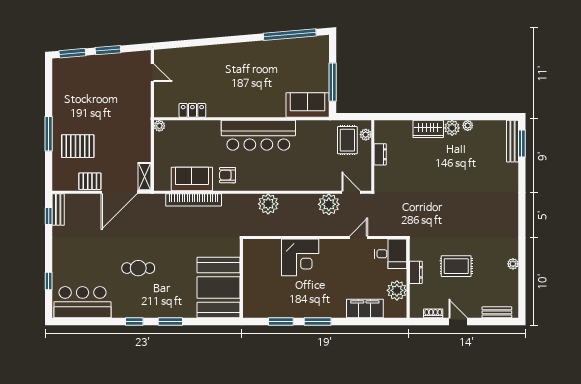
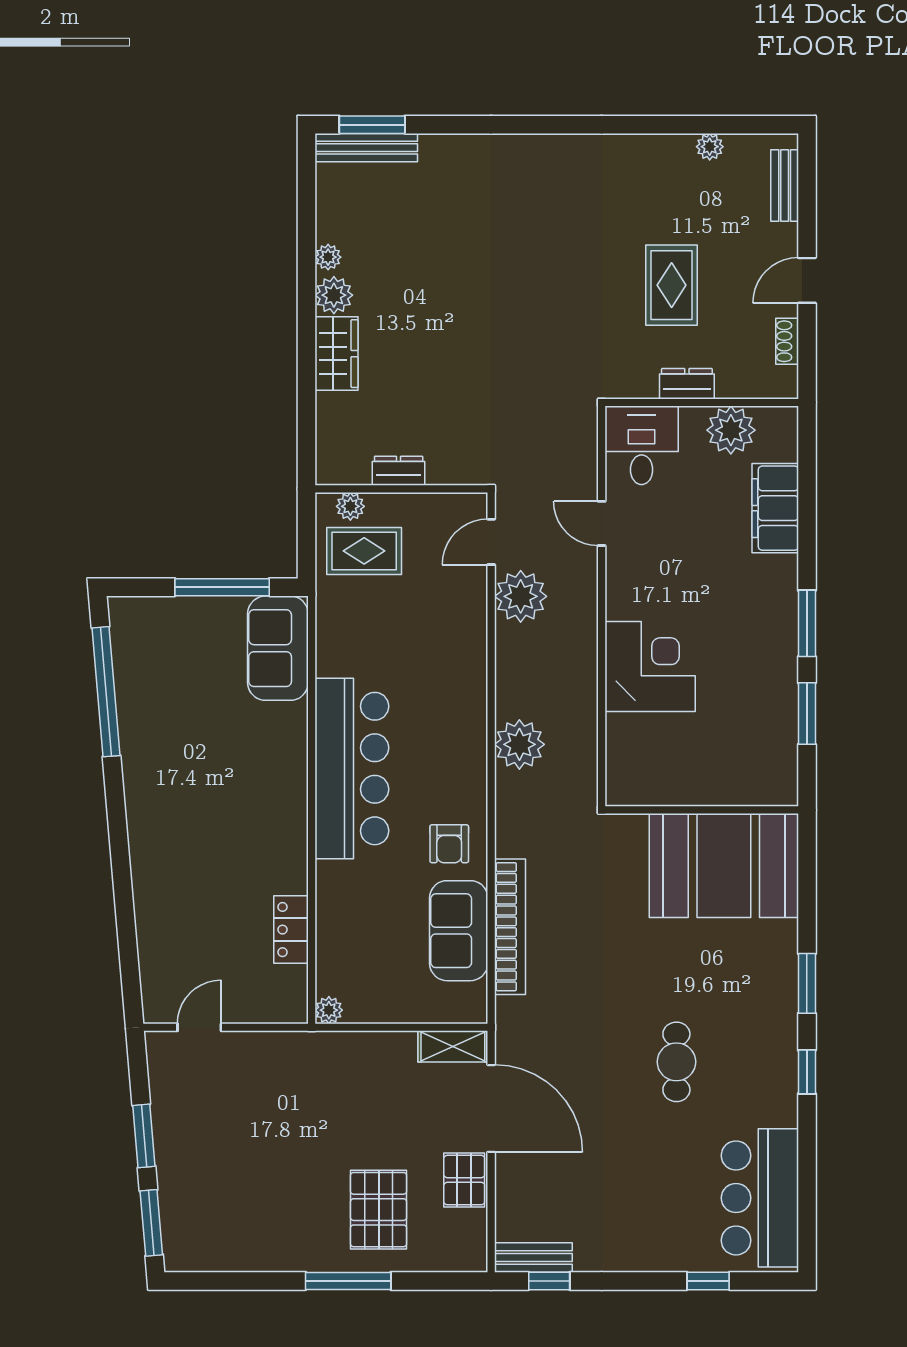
plant: (513, 264) -> (710, 147), moved

